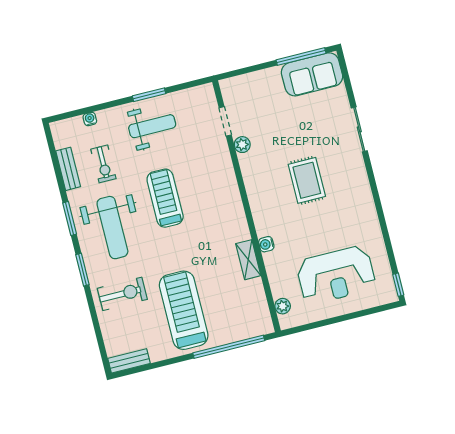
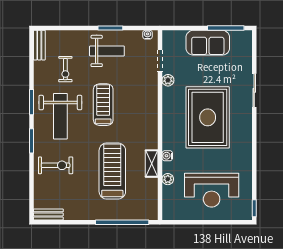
sofa: (312, 74) -> (208, 43), moved
water cooler: (90, 119) -> (148, 35), moved
bench: (68, 169) -> (39, 45), moved
rug: (307, 180) -> (208, 117), width x1.86, depth x2.06
plant: (283, 306) -> (168, 179), moved
treadmill: (184, 310) -> (112, 171), moved

